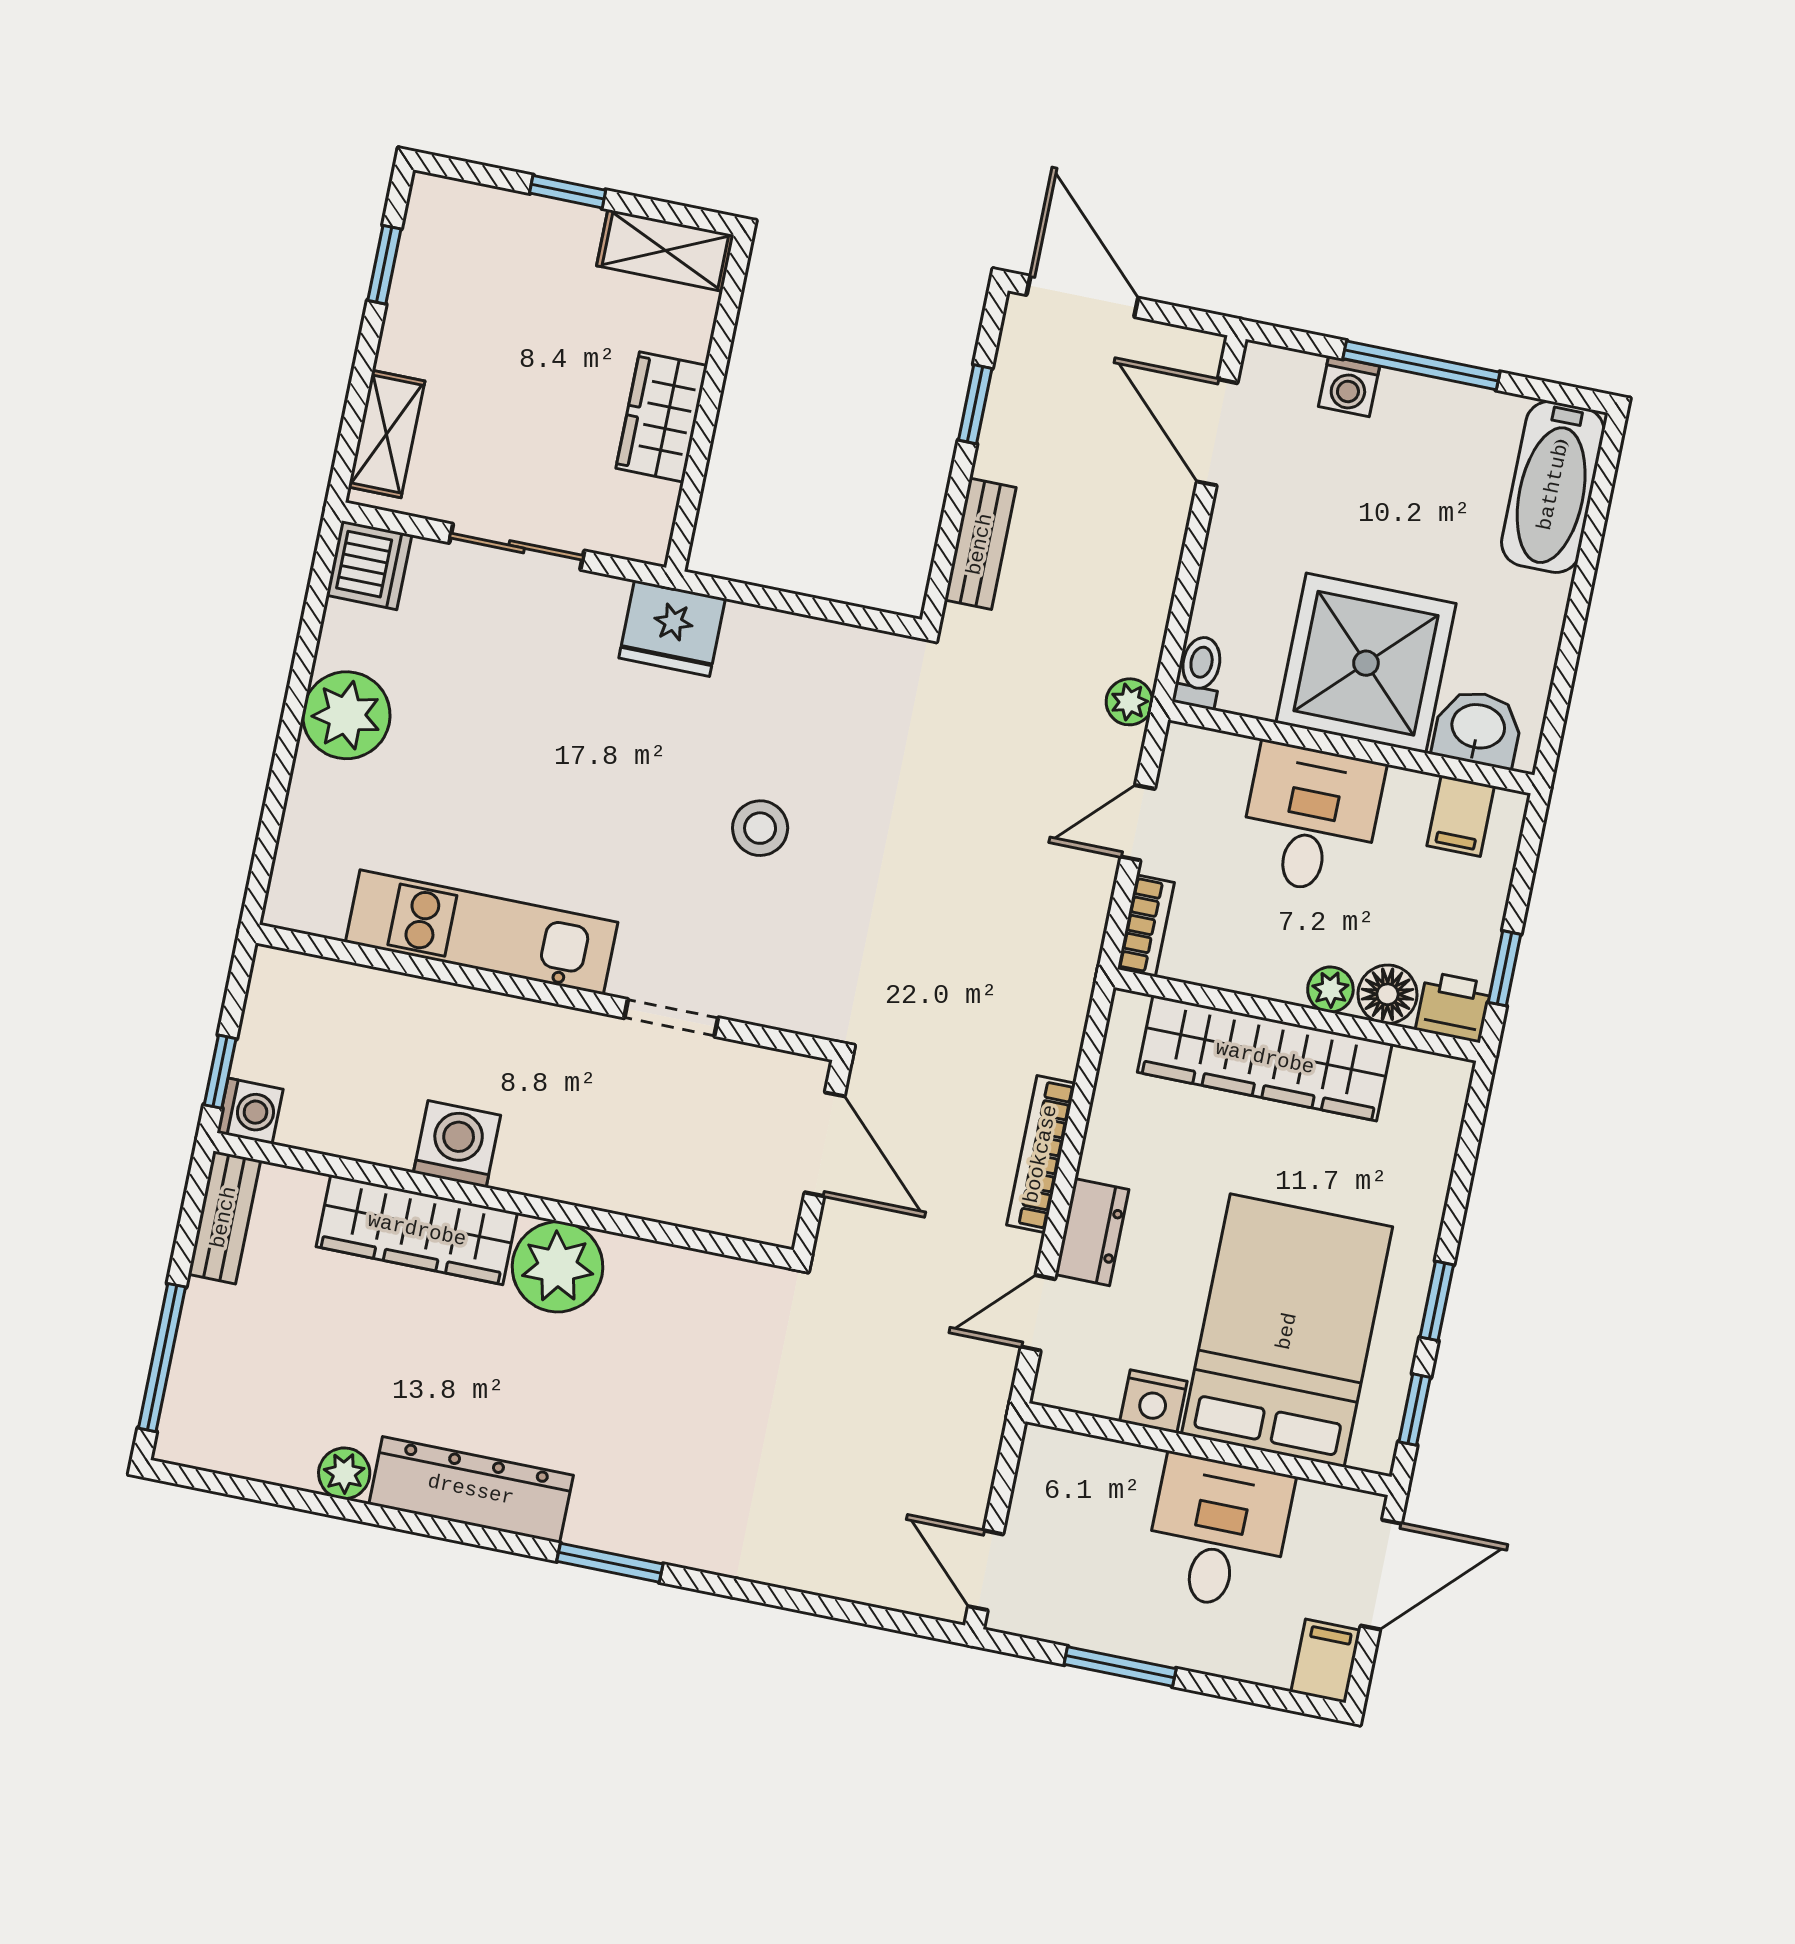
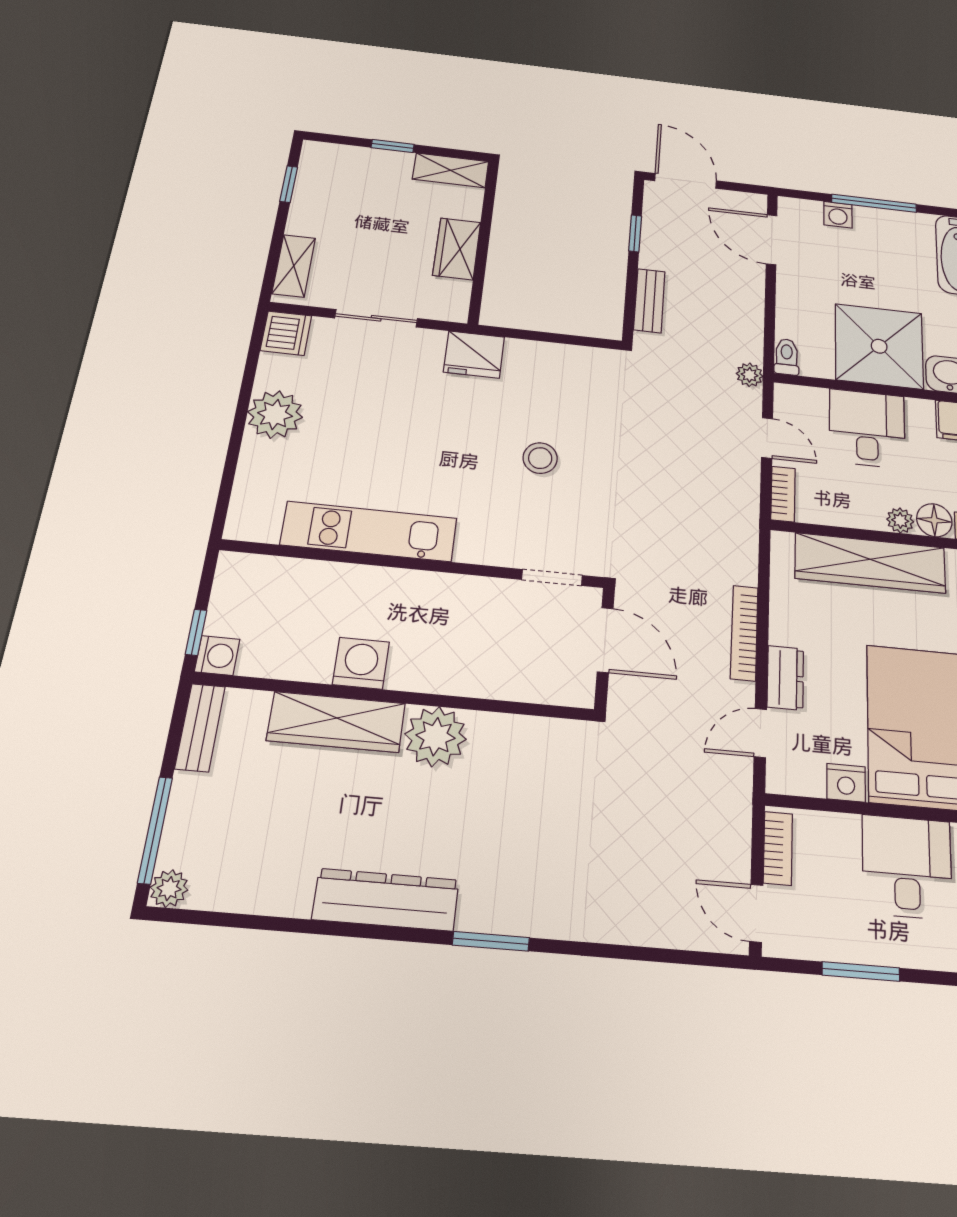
door: (1138, 823) -> (767, 438), swing flipped
doorway: (671, 1018) -> (552, 578), moved
plant: (344, 1473) -> (169, 889), moved
bookcase: (1033, 1484) -> (778, 848), added

